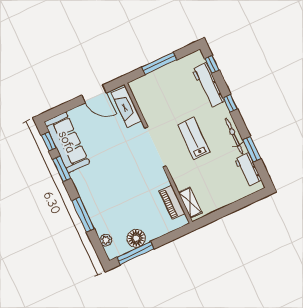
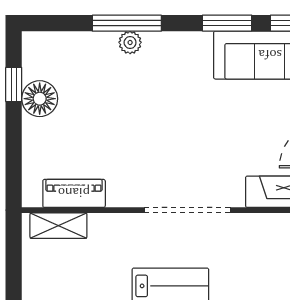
plant: (106, 240) -> (130, 42), moved
window: (135, 253) -> (14, 85), width x0.46

